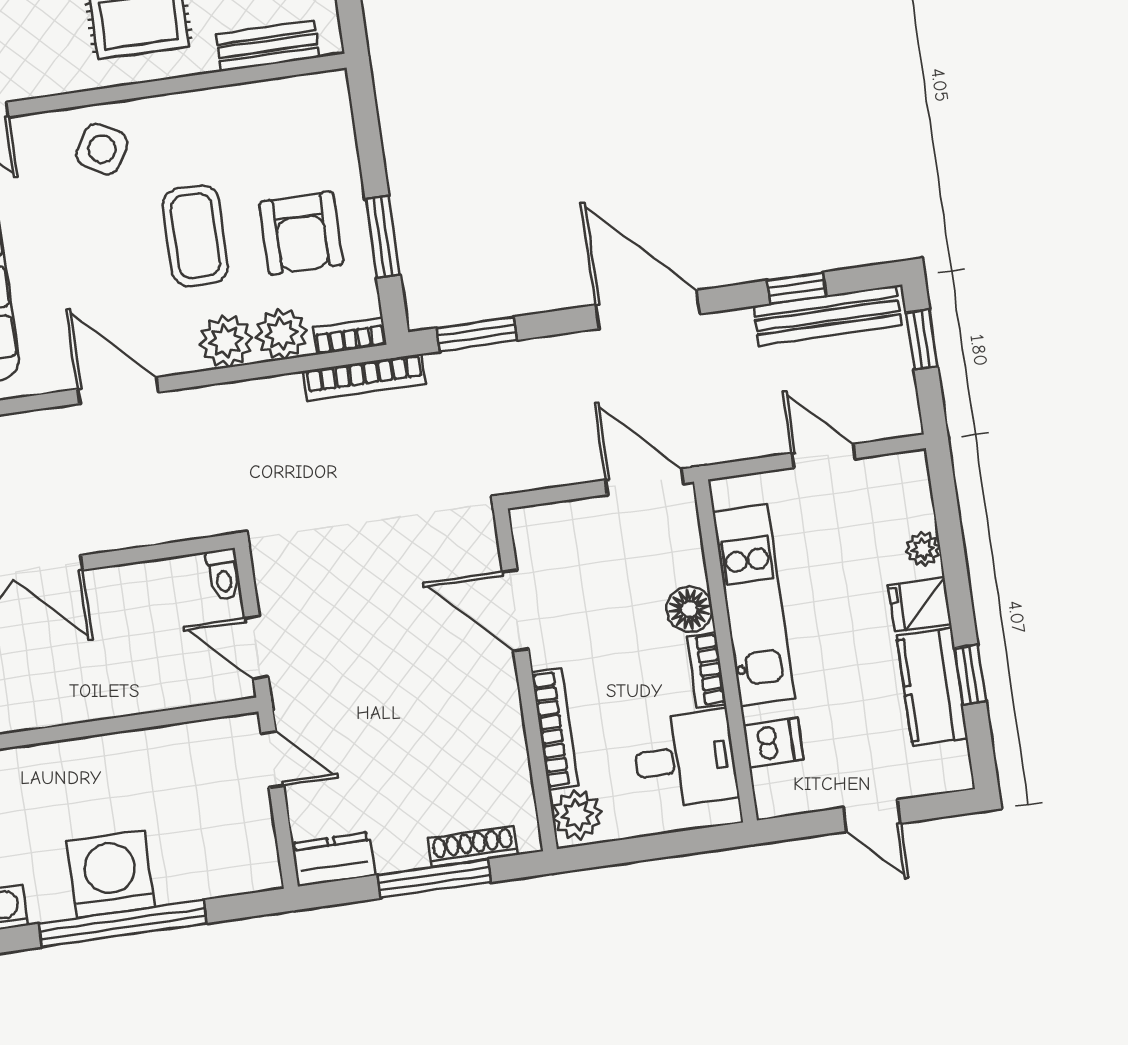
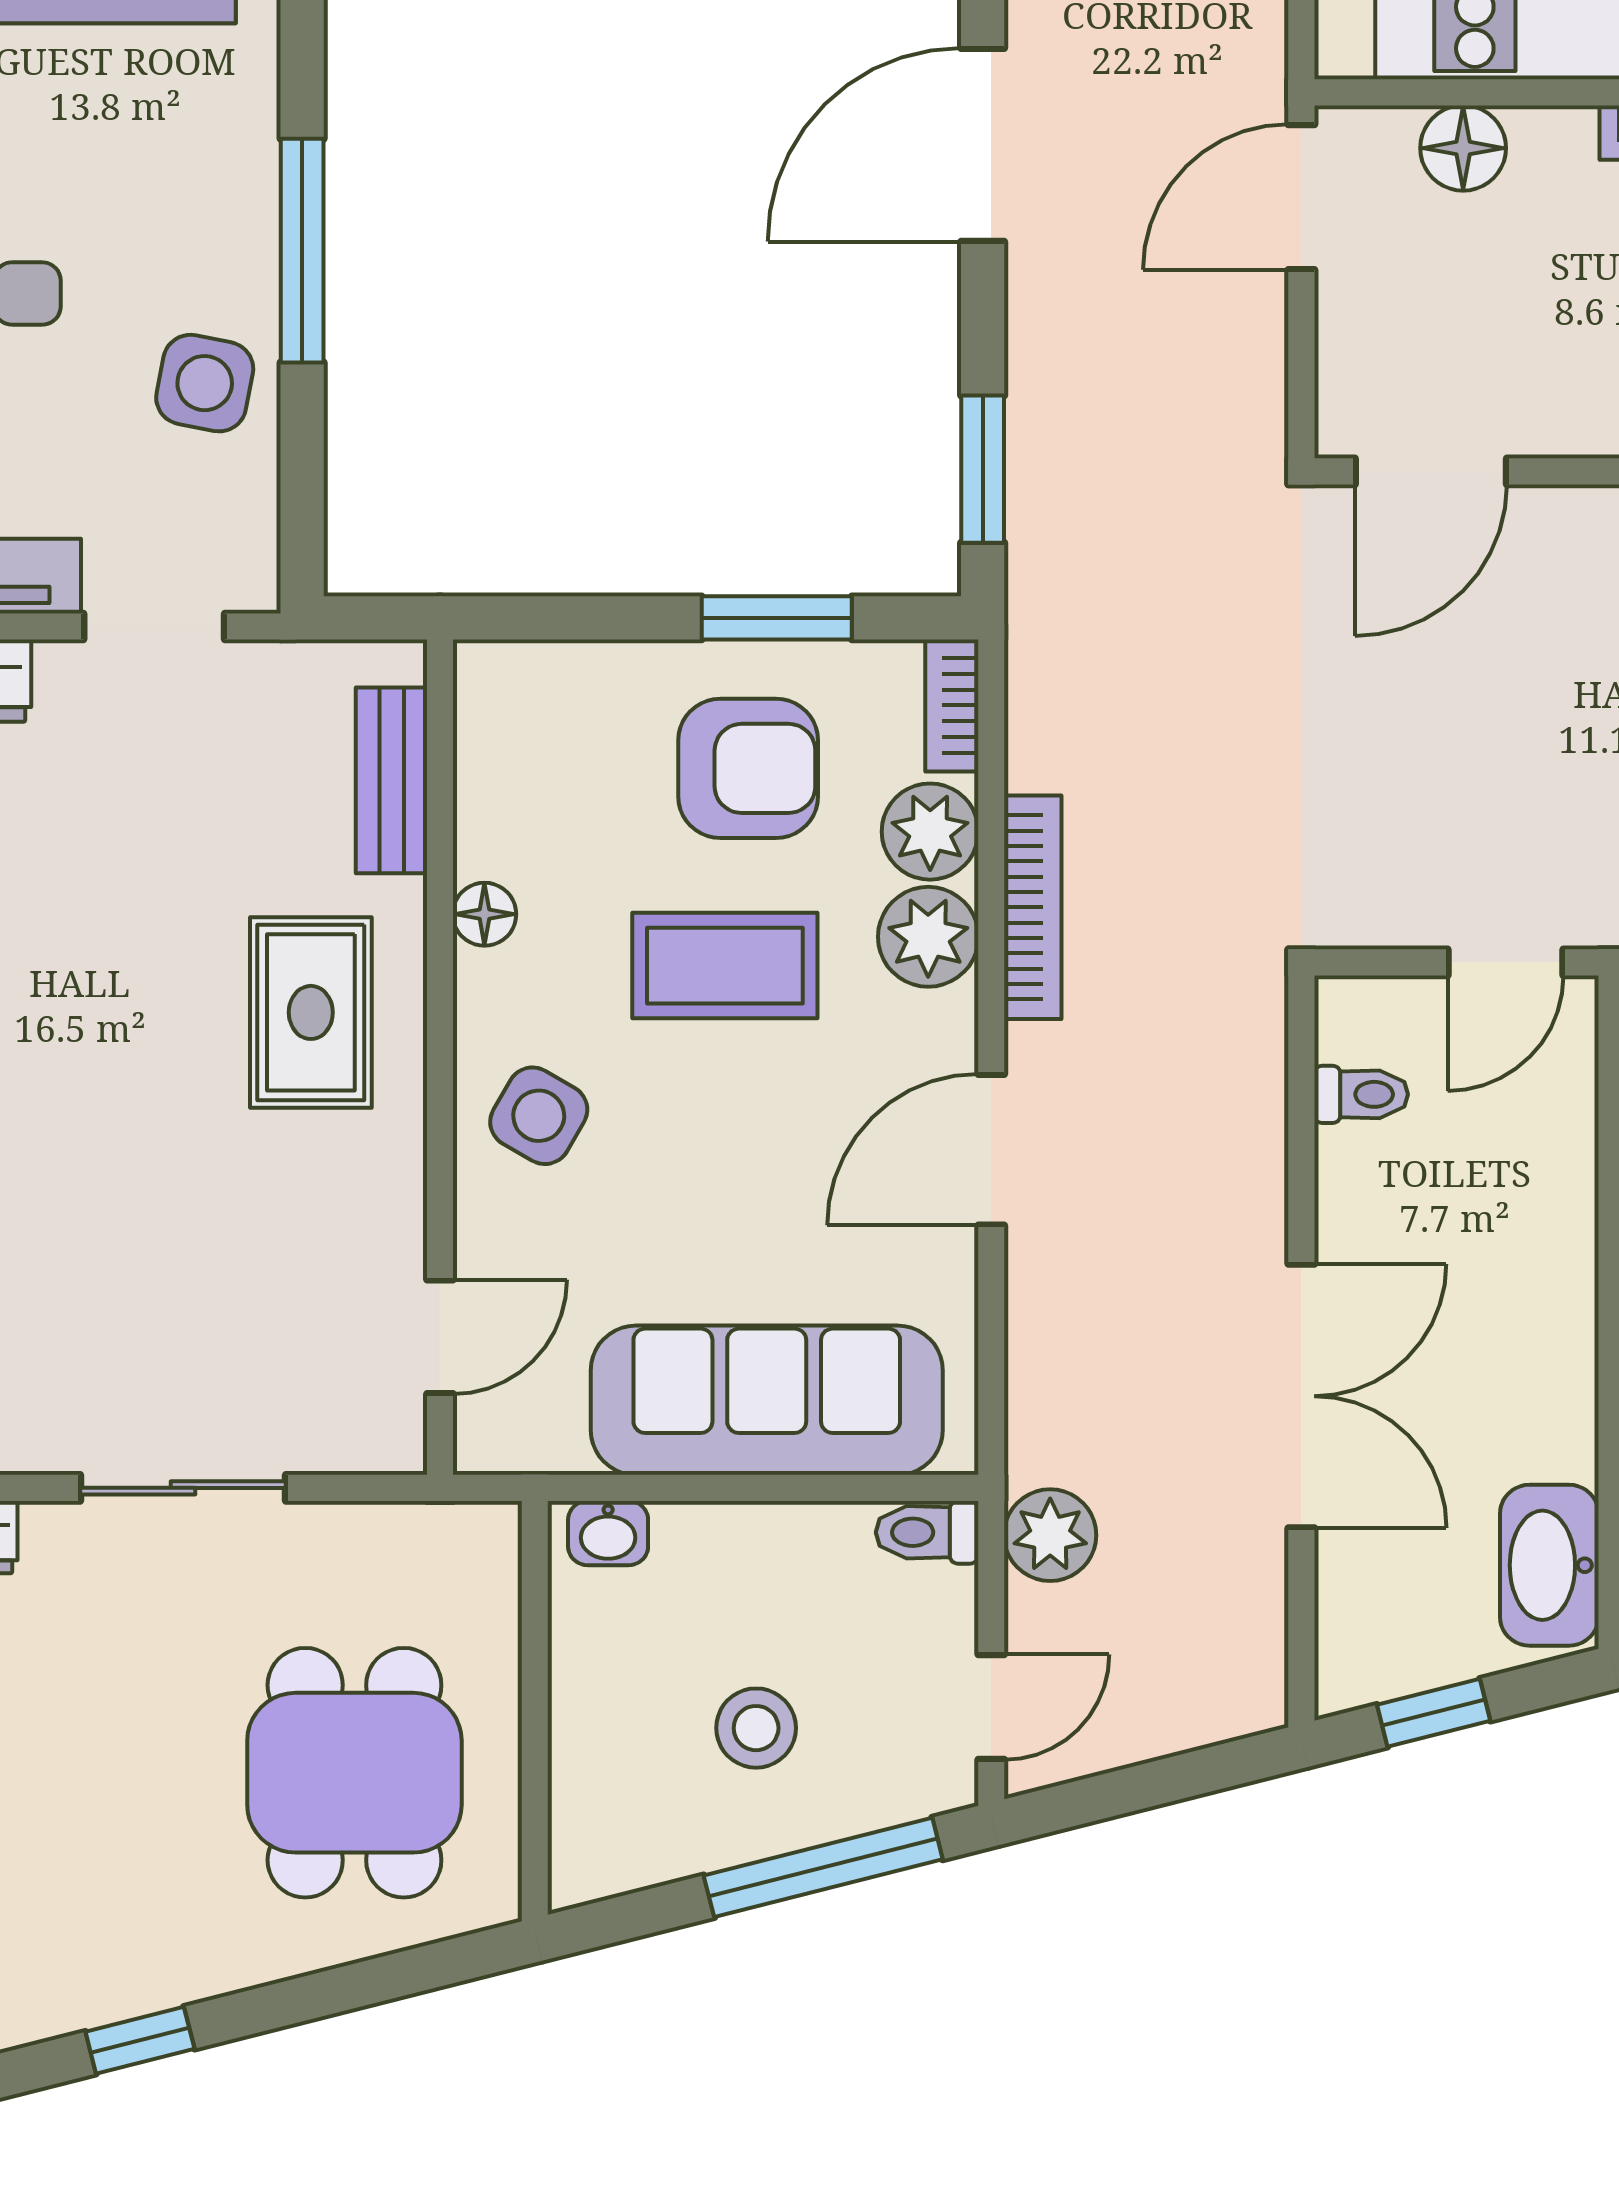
floor lamp: (204, 105) -> (484, 914), added
bookcase: (364, 377) -> (1033, 907), moved
toilet: (223, 575) -> (1361, 1094), moved
floor lamp: (689, 609) -> (1463, 148), moved
door: (515, 610) -> (1431, 471), moved

